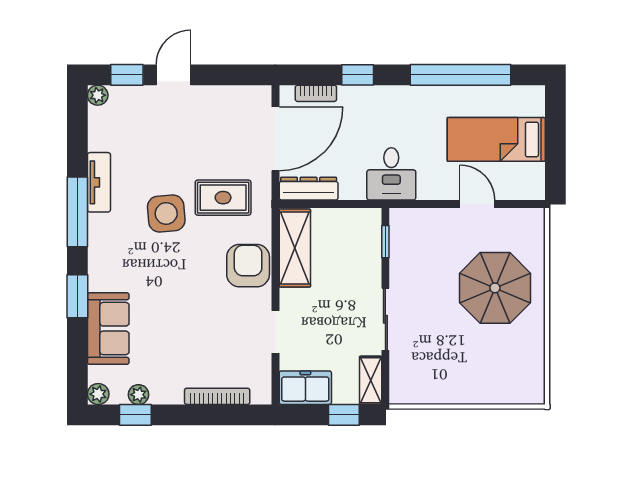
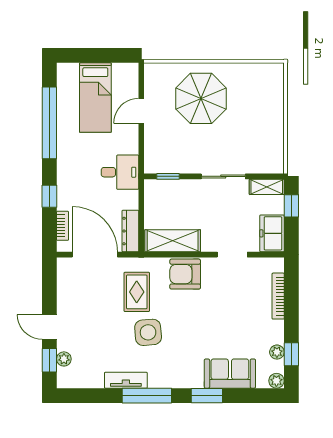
plant: (98, 95) -> (64, 359), moved

